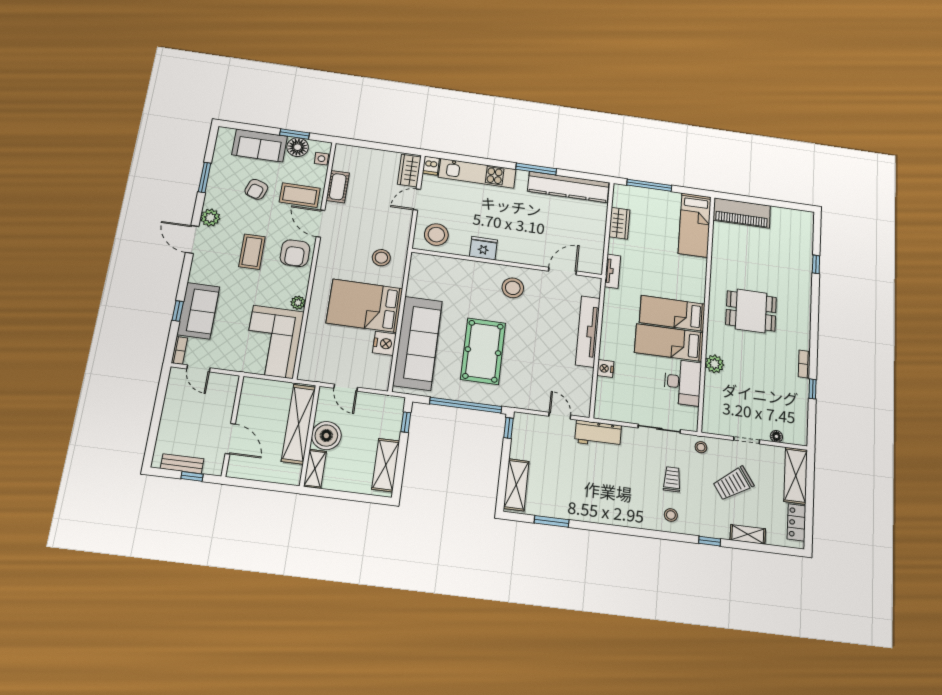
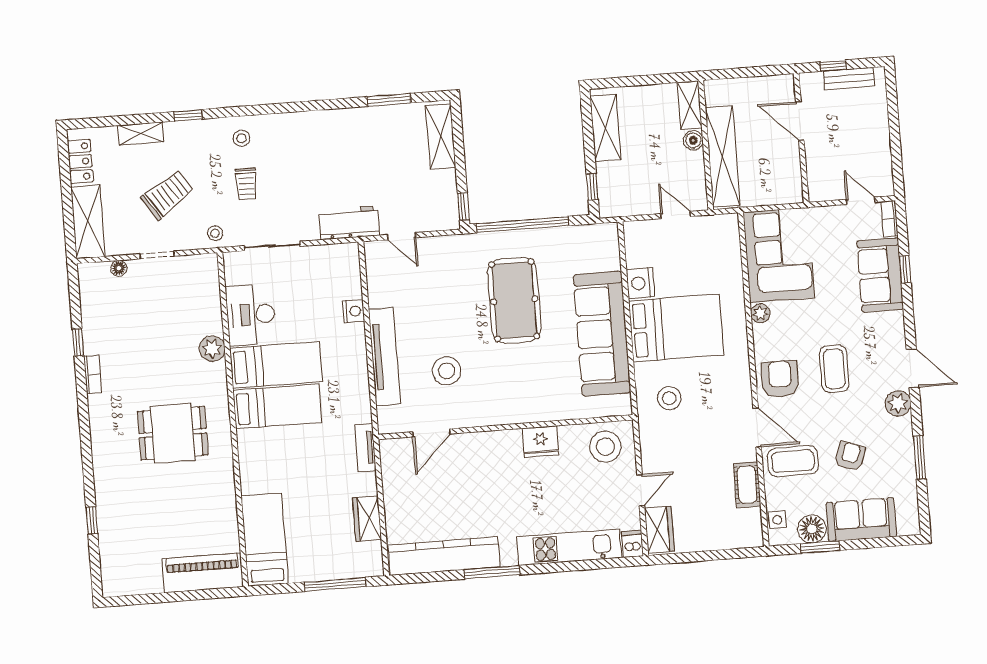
stool: (513, 288) -> (447, 371), moved
sofa: (418, 343) -> (602, 334), moved
boiler: (326, 436) -> (693, 140), width x0.54, depth x0.54

